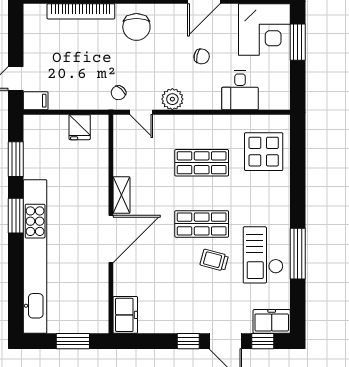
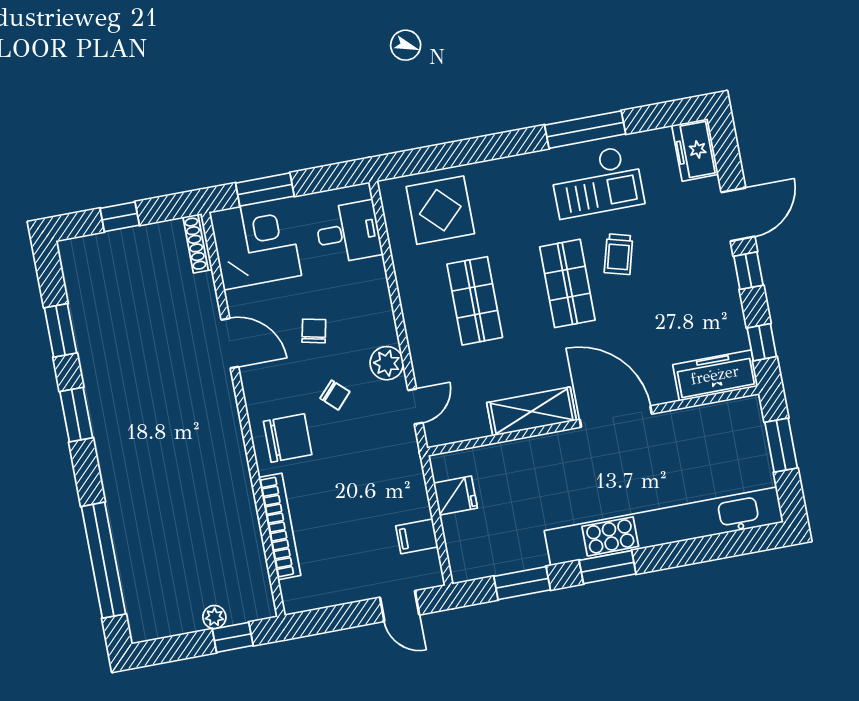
desk: (240, 90) -> (348, 232), moved
chair: (118, 93) -> (335, 395), moved
filing cabinet: (36, 101) -> (417, 536), moved, turned -90
shelving: (121, 195) -> (532, 411), width x1.50, depth x1.33
freezer: (125, 315) -> (715, 375), width x1.40
window: (263, 341) -> (762, 342), moved

